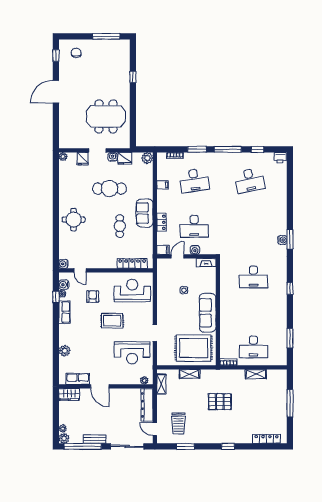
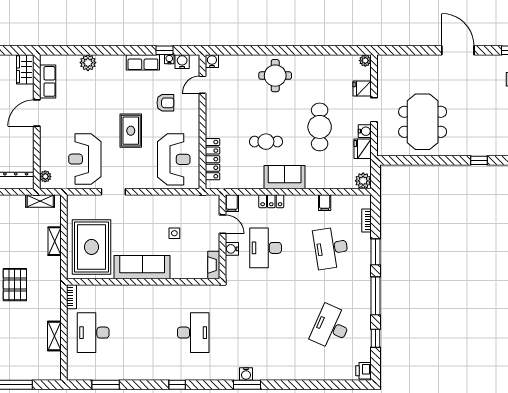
desk: (250, 180) -> (331, 327), turned 36
desk: (253, 277) -> (193, 333), turned 180

